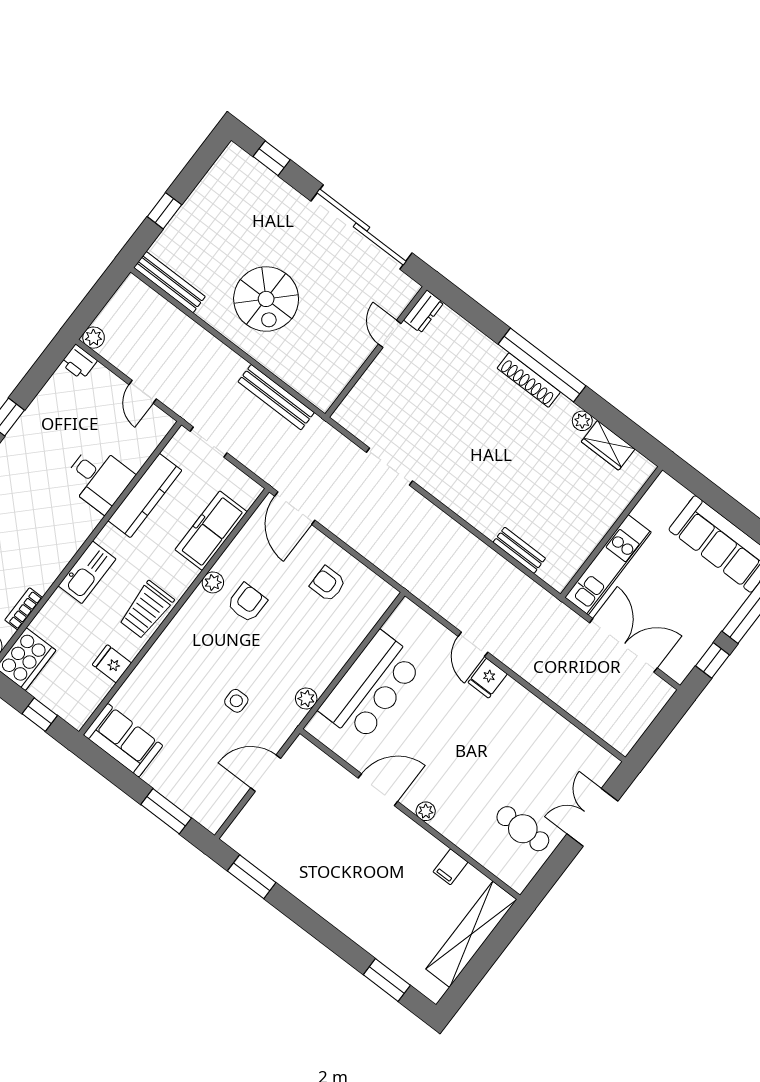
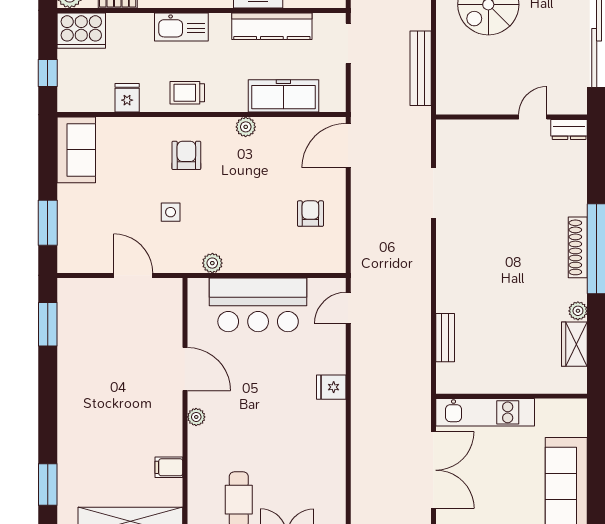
armchair: (247, 603) -> (186, 155), moved, turned -90
trolley: (146, 610) -> (187, 93), width x0.73, depth x0.72
door: (473, 644) -> (348, 308), moved

